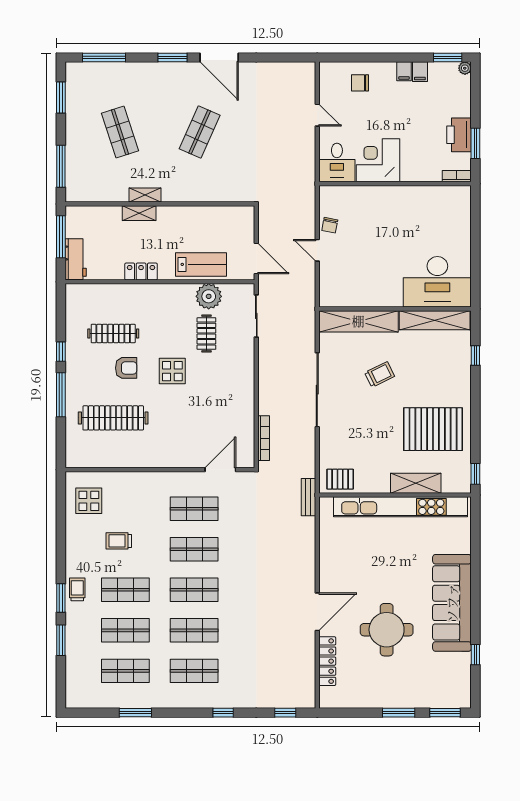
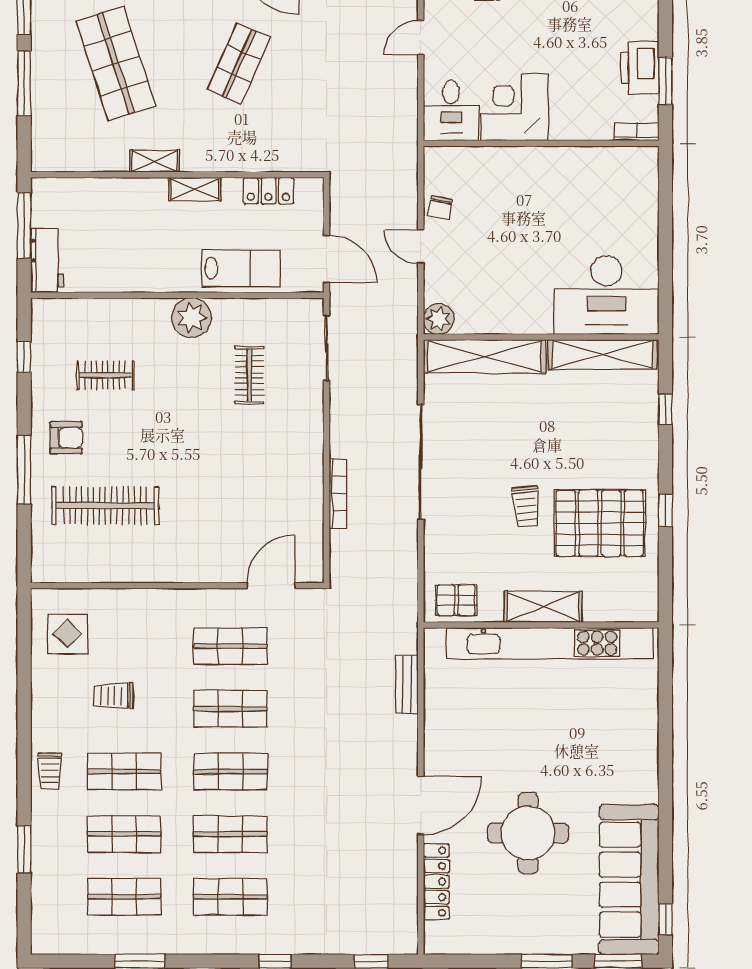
door: (317, 115) -> (421, 37), swing flipped
shop shelf: (120, 132) -> (116, 64), width x1.43, depth x1.36
window: (61, 166) -> (24, 83), moved
shelving: (139, 213) -> (195, 189), moved
locker: (141, 271) -> (268, 191), moved, turned 180
plant: (209, 296) -> (192, 318), moved
plant: (329, 297) -> (439, 319), added
clothes rail: (113, 334) -> (105, 375), width x0.73
window: (61, 352) -> (24, 357), moved
armchair: (126, 368) -> (66, 438), moved
display table: (172, 371) -> (197, 433), removed
trolley: (380, 374) -> (526, 506), moved, turned 111
bookcase: (264, 438) -> (338, 493), moved
window: (475, 474) -> (665, 510), moved
shelving: (416, 483) -> (543, 607), moved
bench: (308, 497) -> (407, 684), moved
trolley: (77, 589) -> (50, 771), turned 180
window: (61, 598) -> (24, 784), removed
sofa: (452, 603) -> (629, 880), moved
window: (475, 655) -> (665, 919), moved

